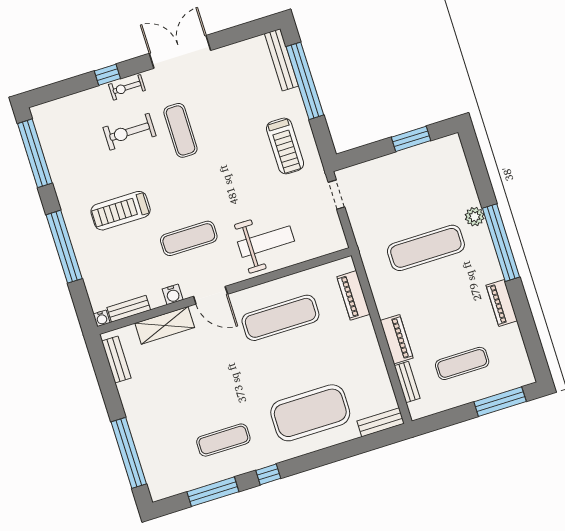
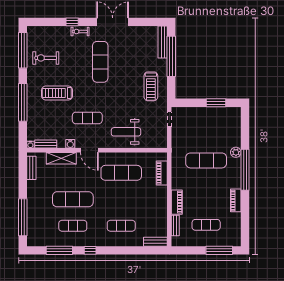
exercise mat: (180, 130) -> (100, 62), width x1.36, depth x1.45
exercise bike: (130, 132) -> (46, 58), moved
weight bench: (266, 242) -> (126, 132), turned 180
exercise mat: (208, 393) -> (73, 199), added
exercise mat: (310, 413) -> (121, 226), width x0.50, depth x0.69

